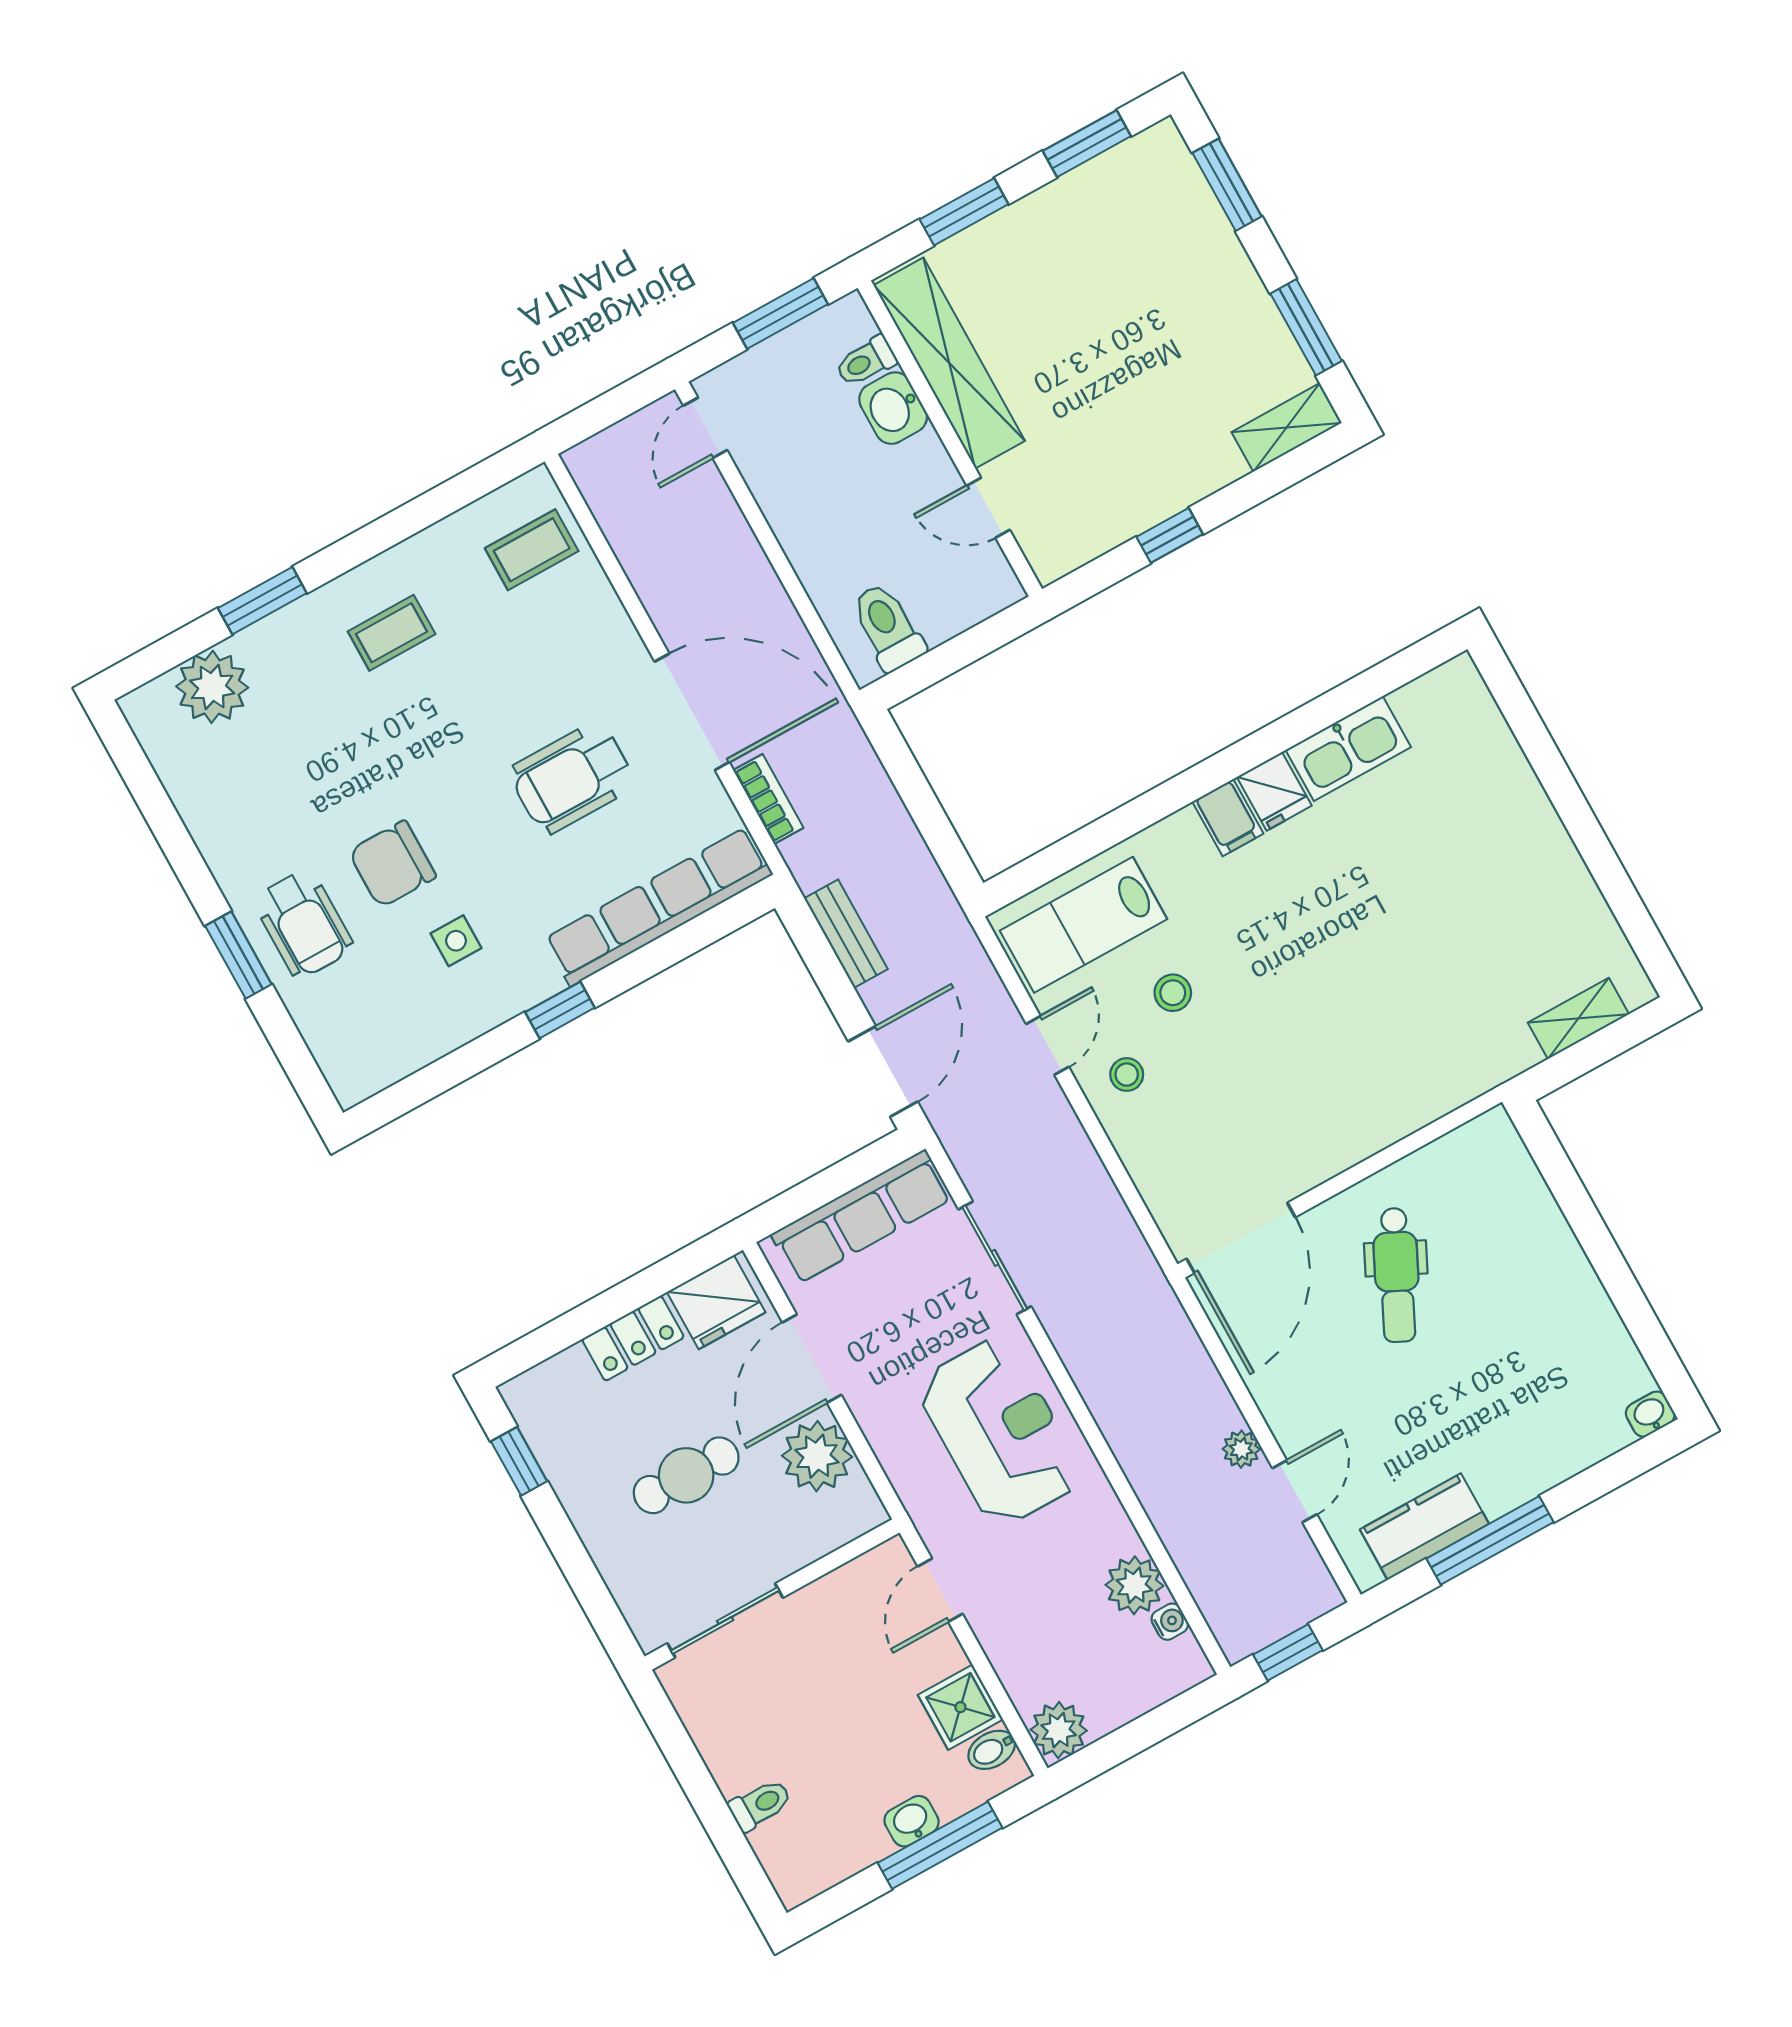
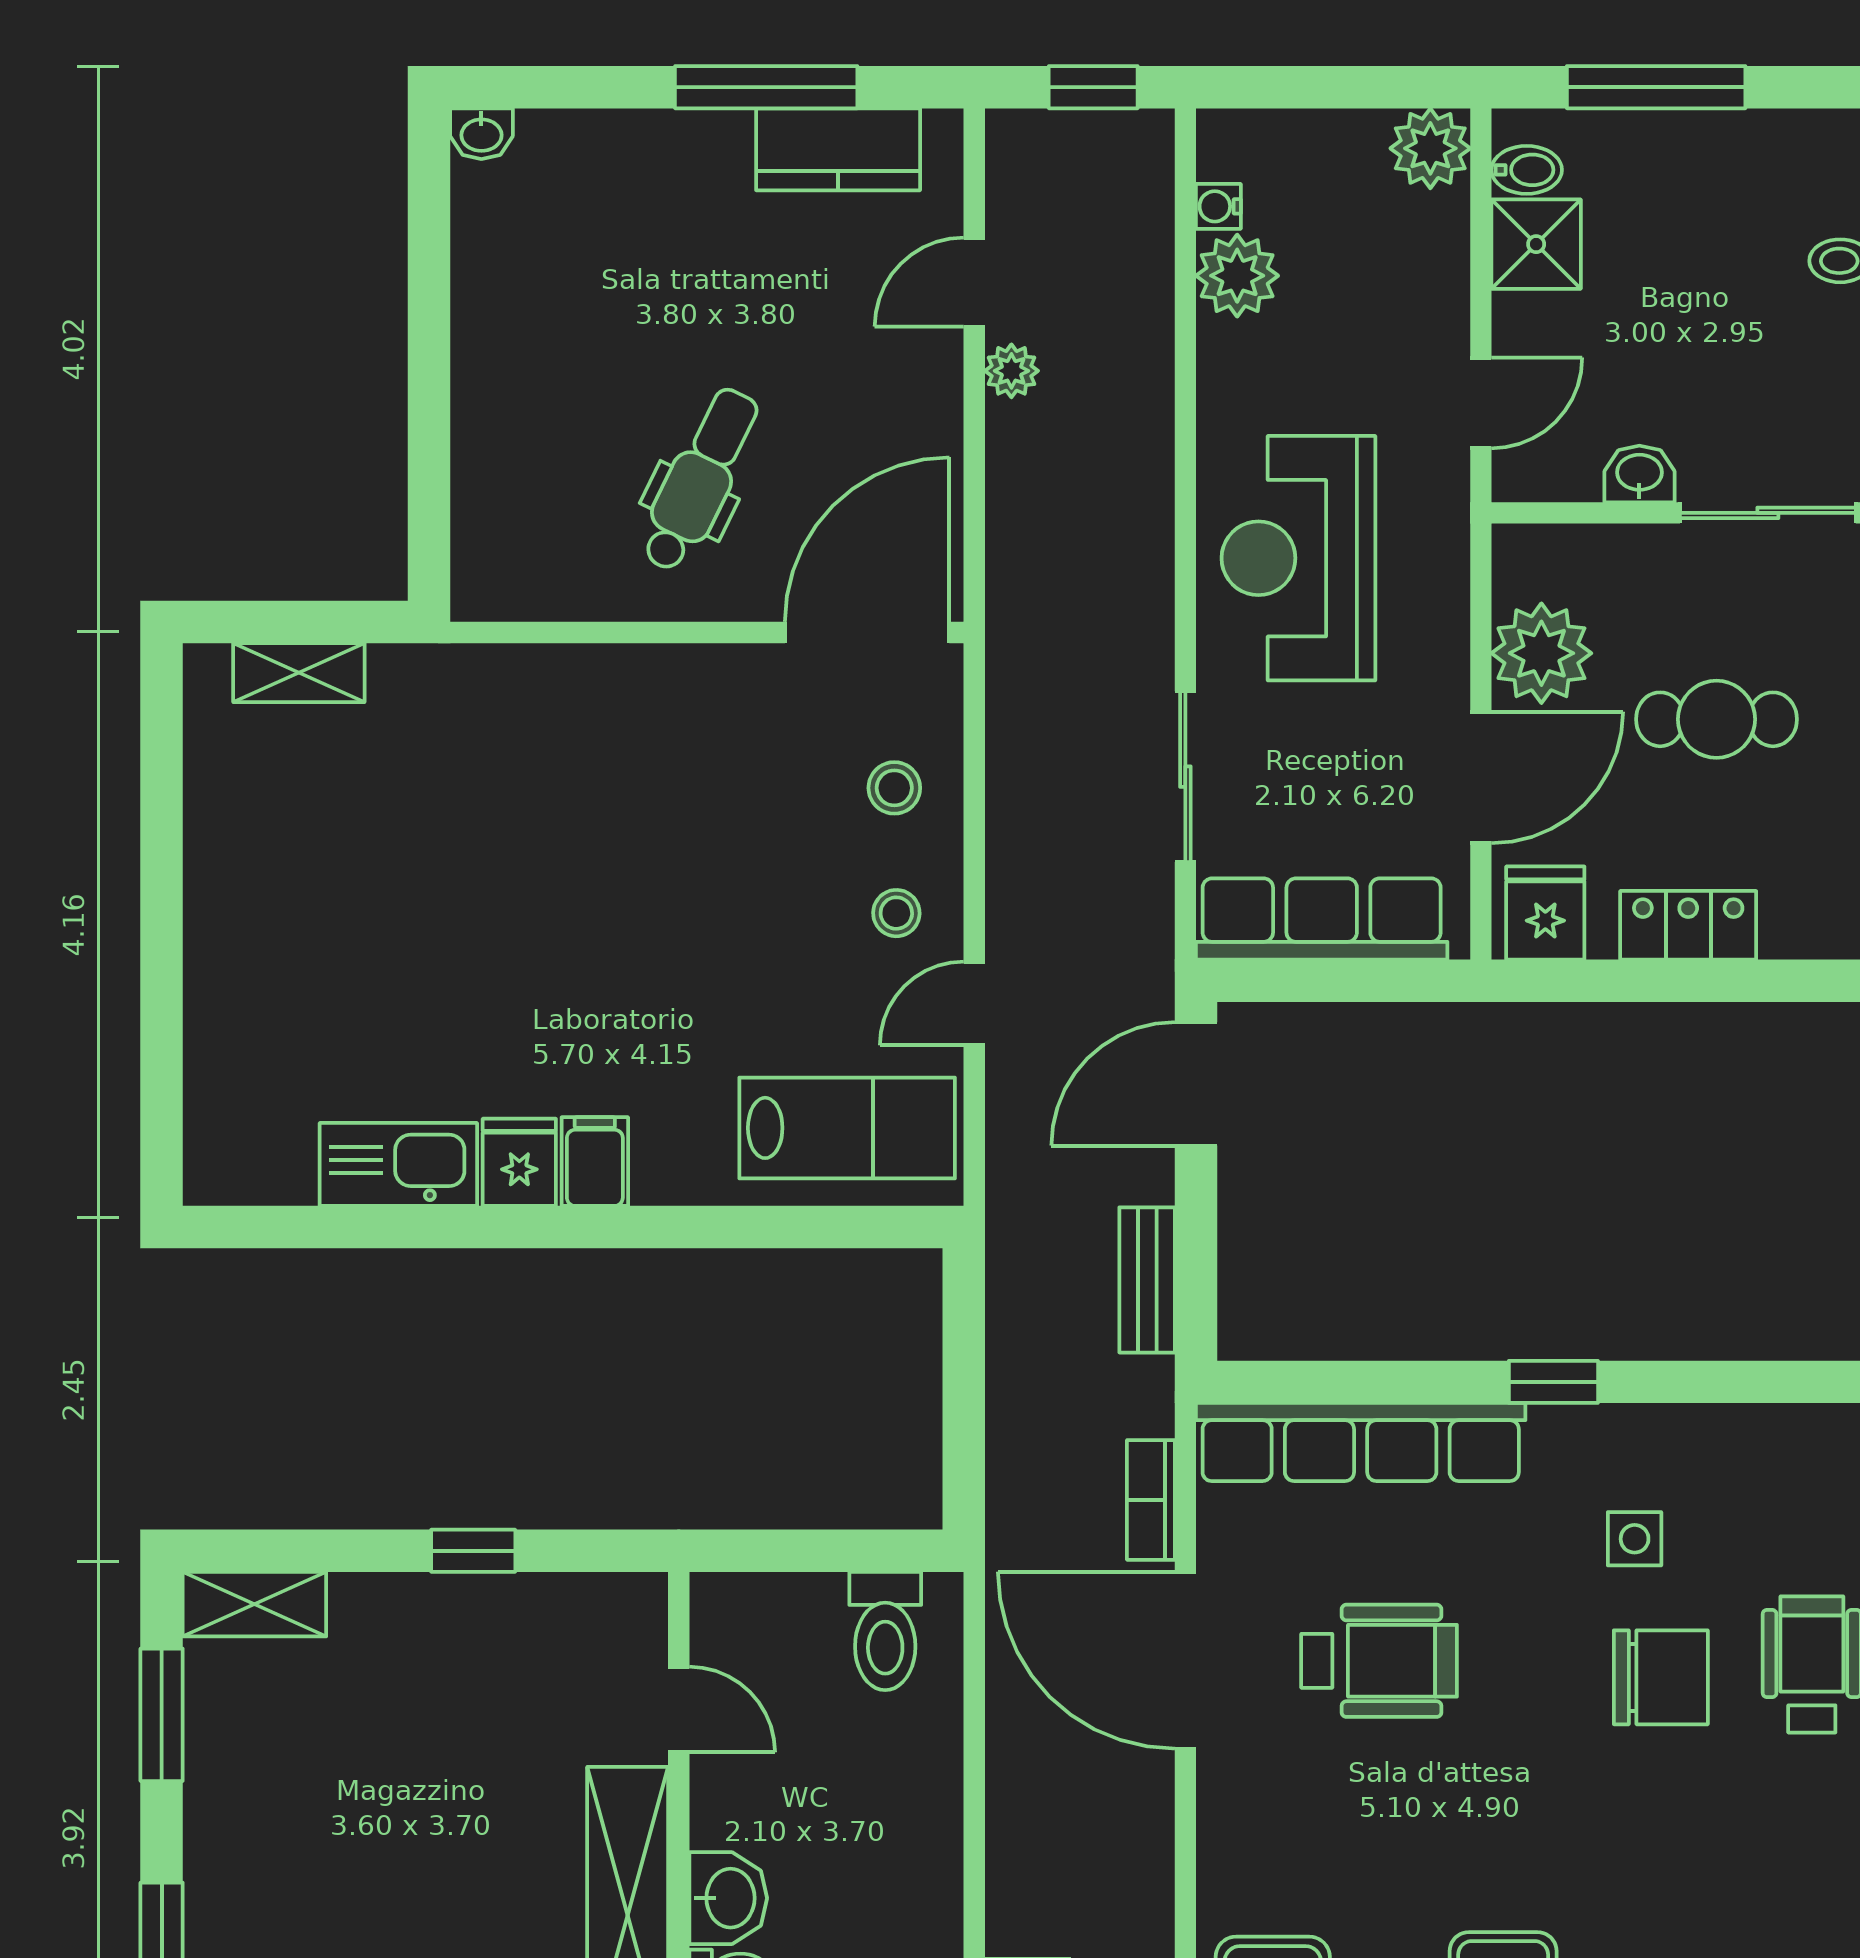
stool: (1173, 993) -> (894, 788), moved
fridge: (716, 1302) -> (1545, 913), width x0.72
washbasin: (912, 1821) -> (1639, 474), moved, turned 180

